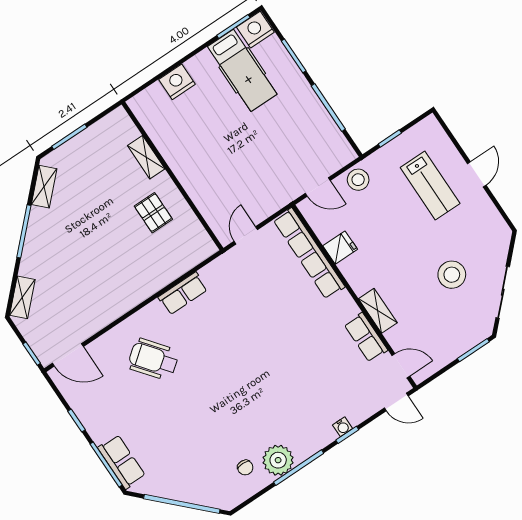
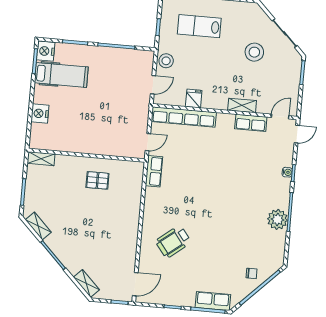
shelving: (146, 157) -> (41, 159), moved
lab bench: (430, 185) -> (199, 26), turned 180
door: (246, 235) -> (148, 142), swing flipped
row of seats: (183, 293) -> (154, 171), moved
chair: (245, 468) -> (252, 273), moved

